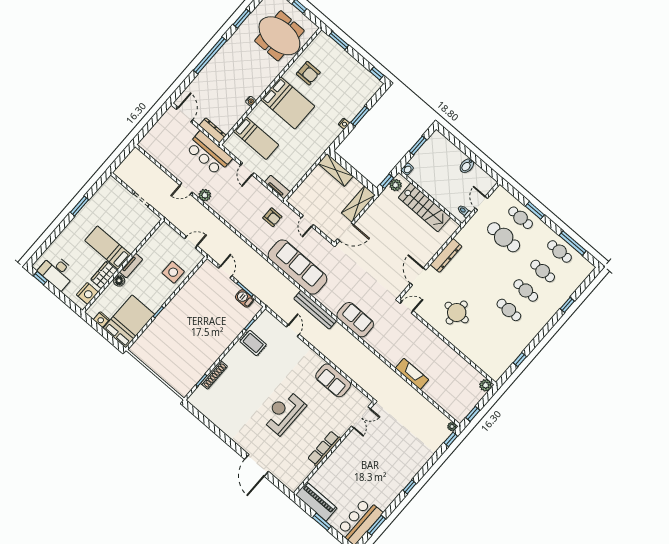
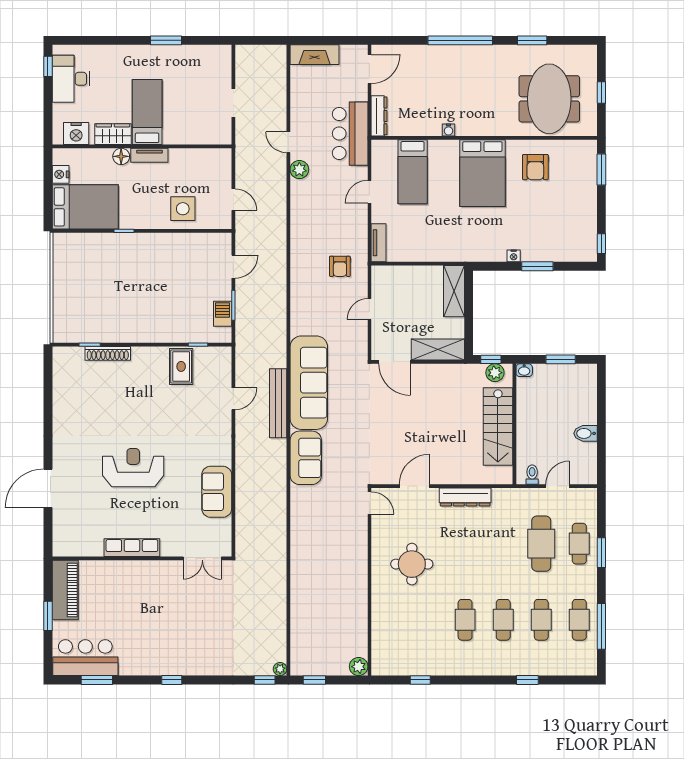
sofa: (298, 267) -> (309, 383), moved
fireplace: (412, 374) -> (315, 55), moved, turned 90

